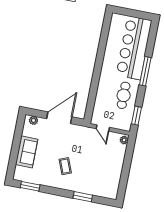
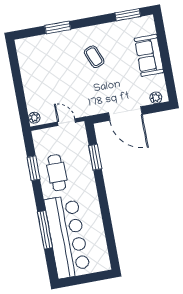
window: (145, 71) -> (45, 230), moved
window: (92, 96) -> (95, 157), added
window: (136, 116) -> (34, 168), moved
door: (59, 118) -> (125, 114), hinge flipped

